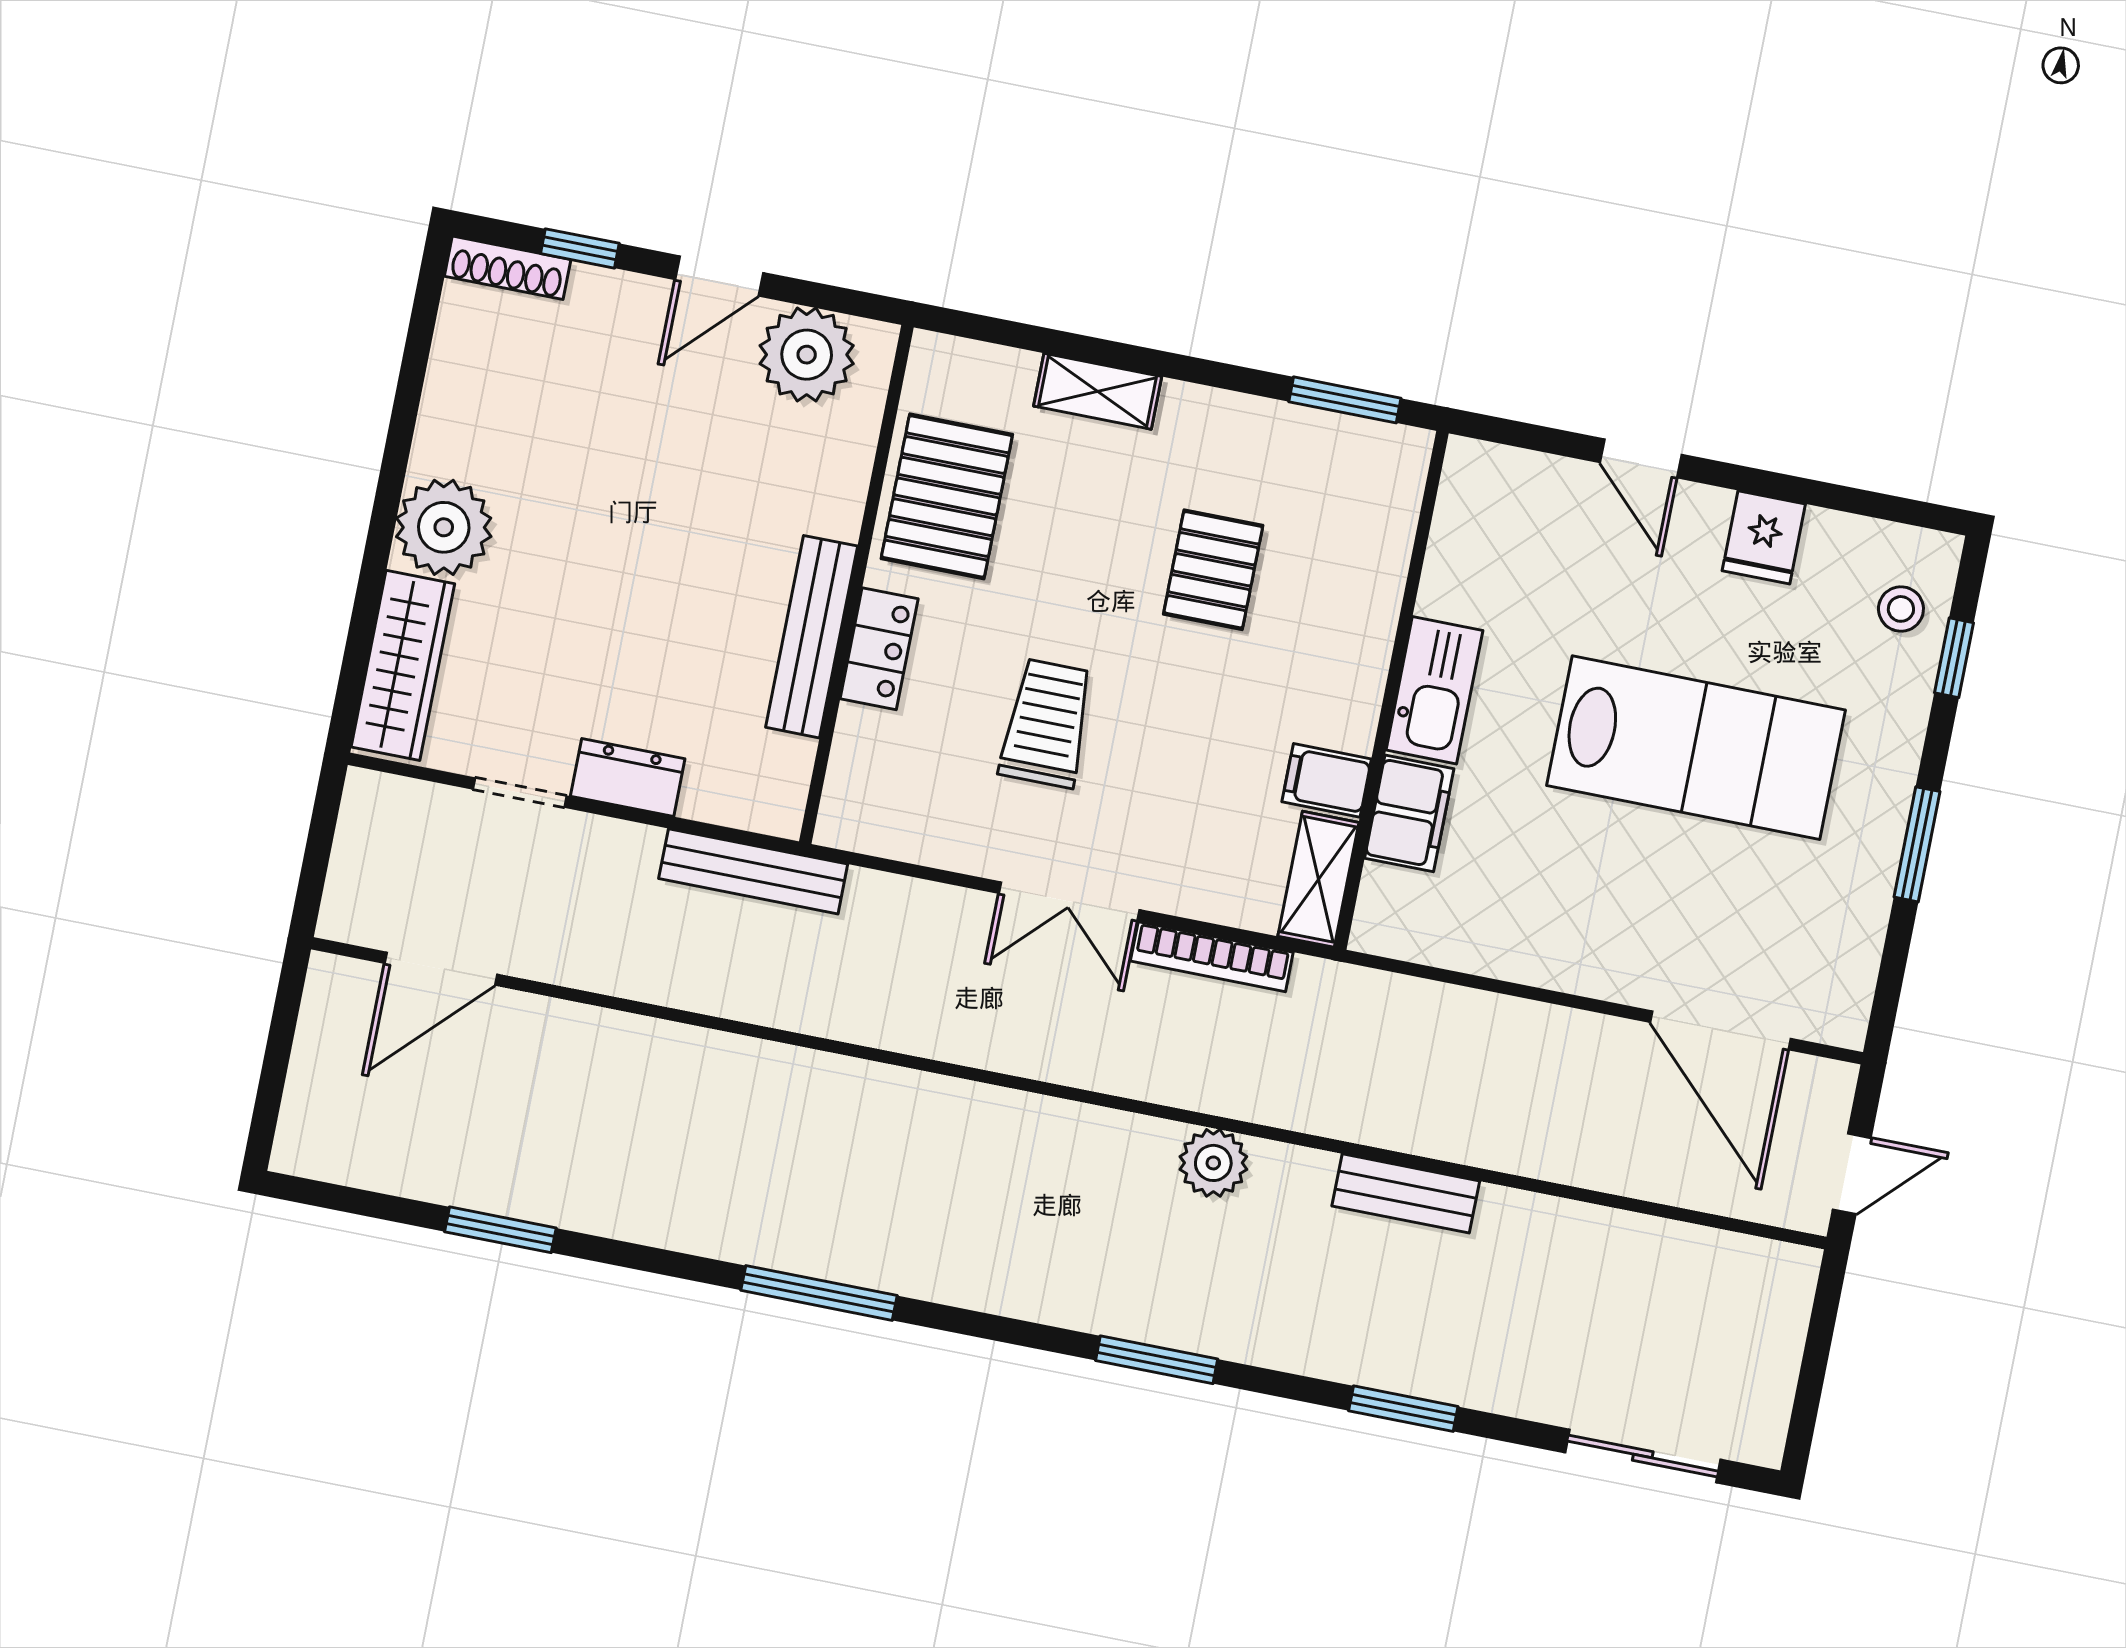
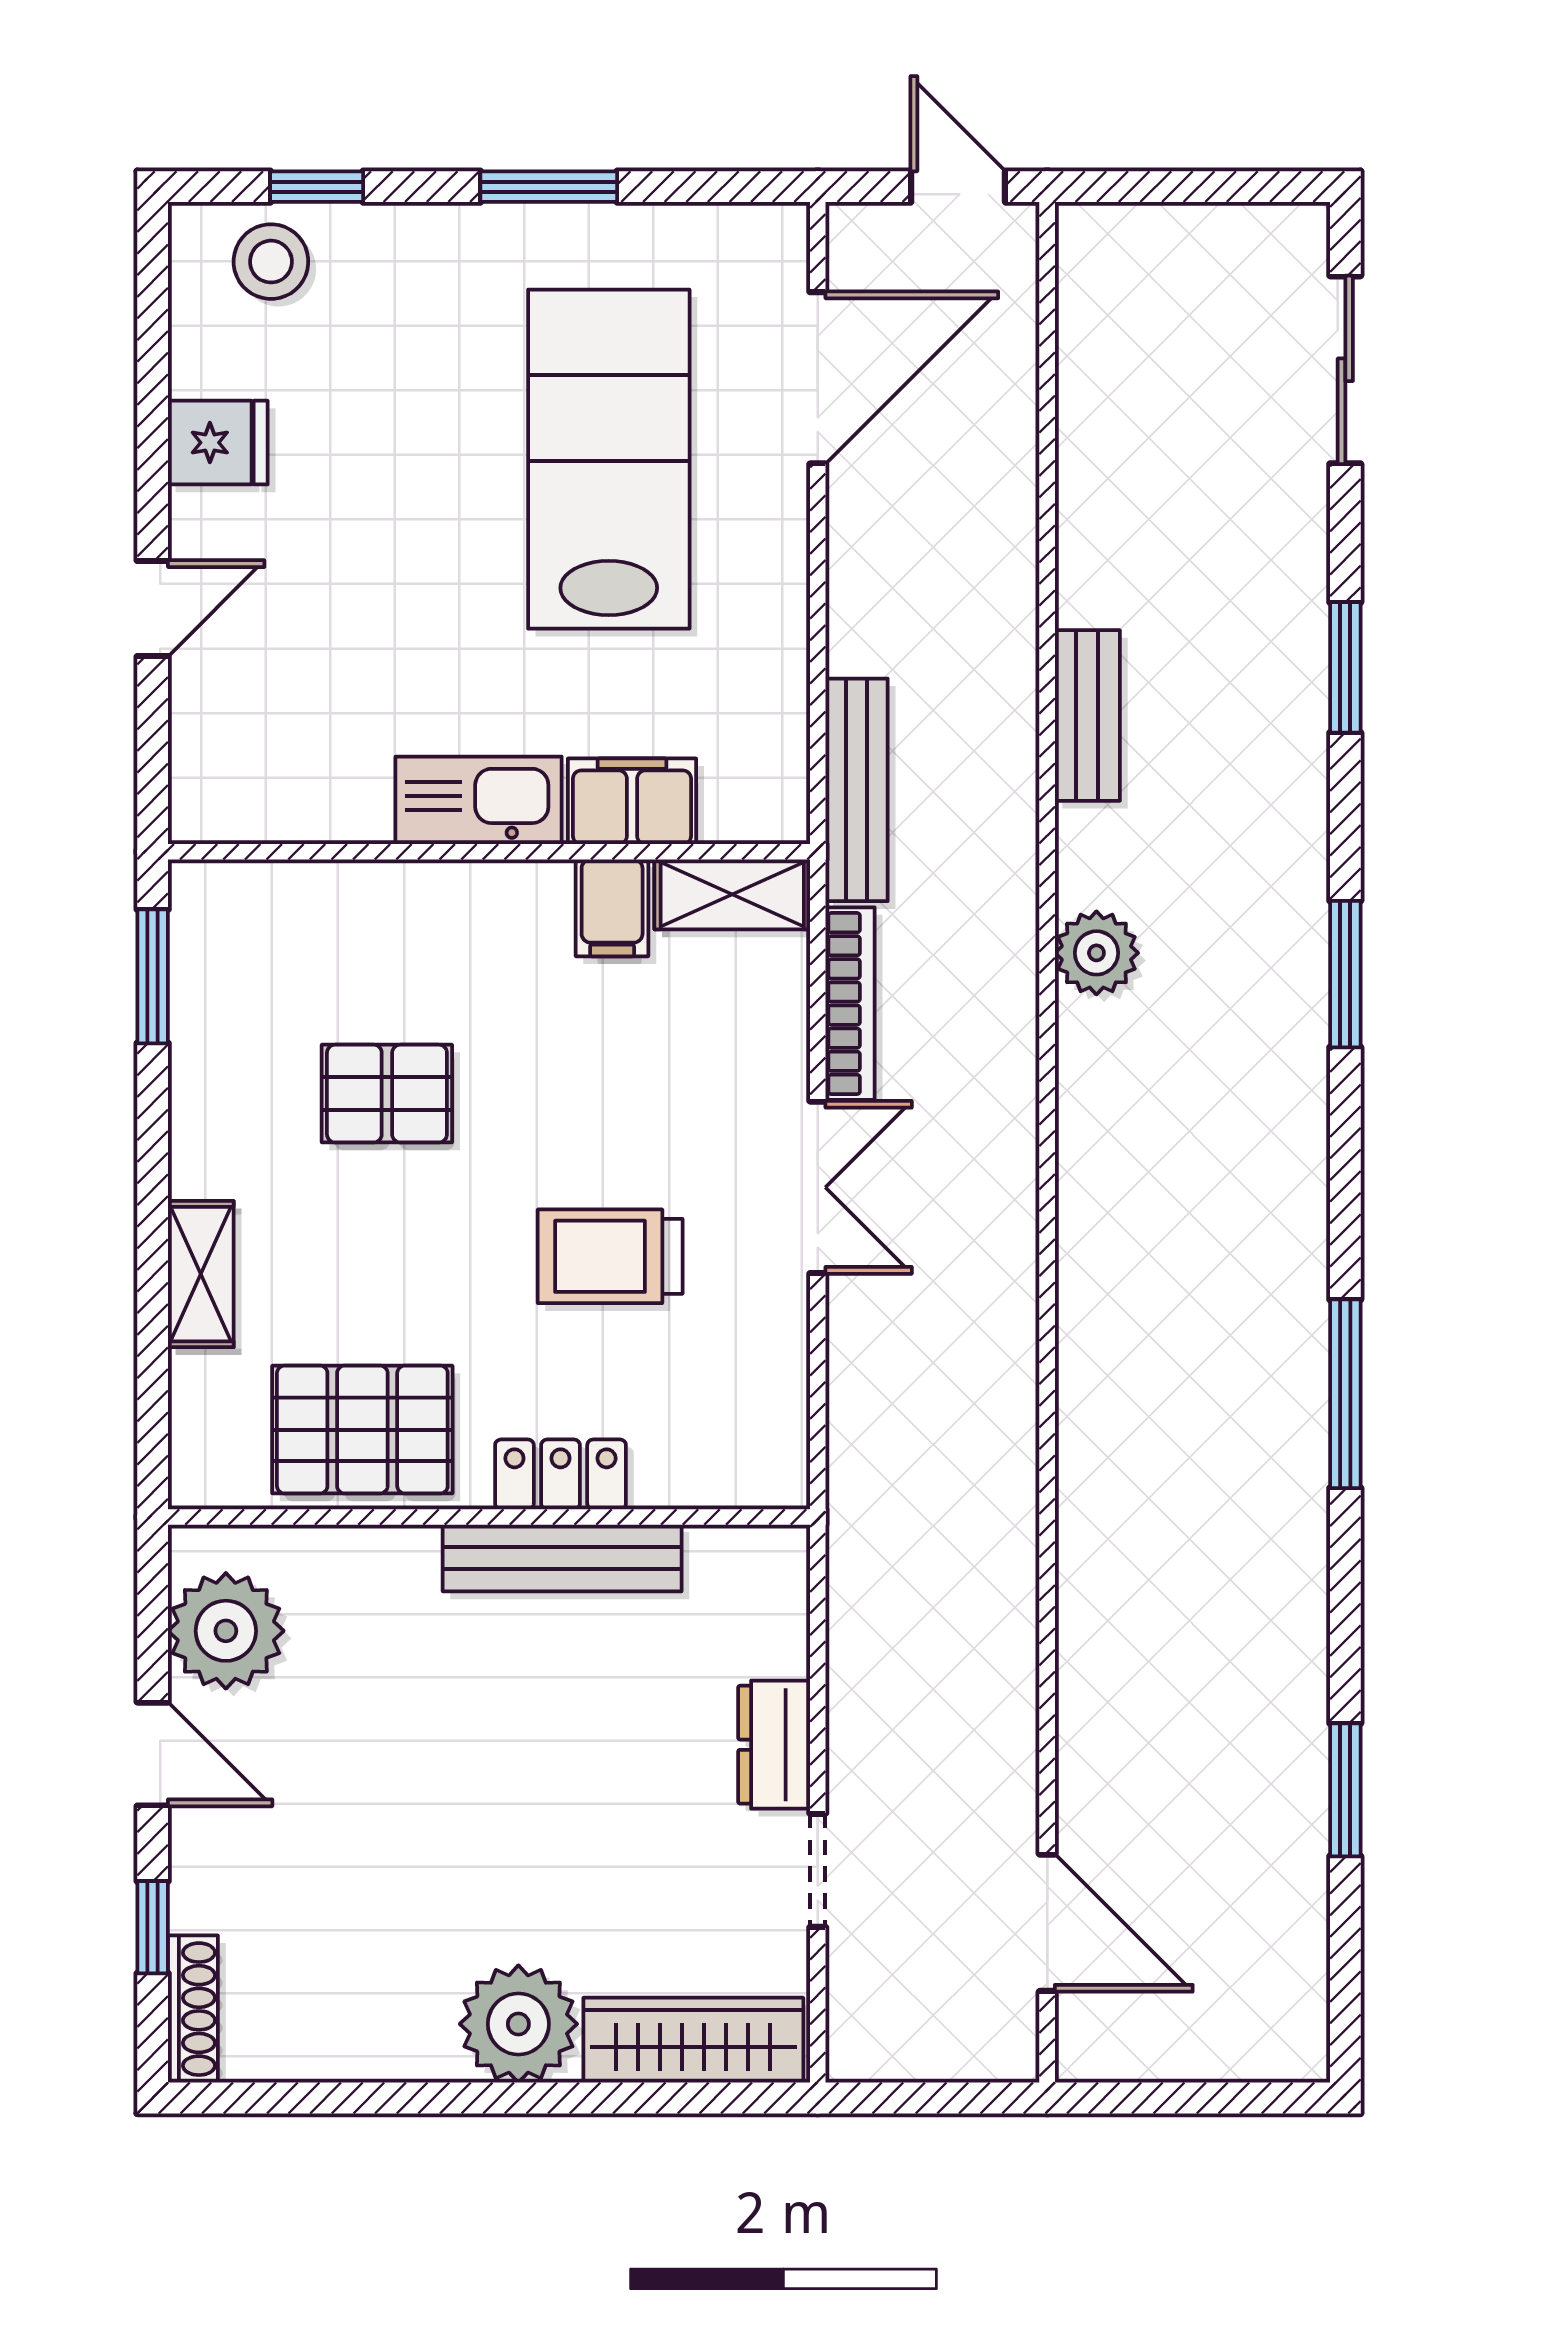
stool: (1901, 609) -> (271, 262), width x1.37, depth x1.37
lab bench: (1696, 748) -> (609, 459), moved
bench: (753, 871) -> (857, 790), moved

